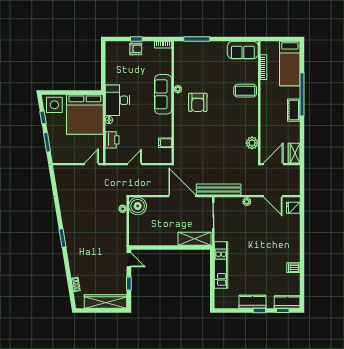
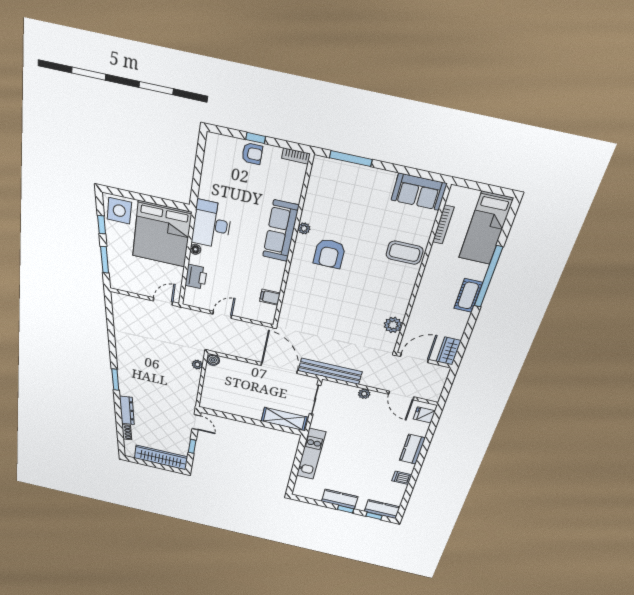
boiler: (138, 206) -> (213, 360), width x0.54, depth x0.54
kitchen counter: (294, 240) -> (412, 449), added
dresser: (74, 264) -> (127, 410), added

